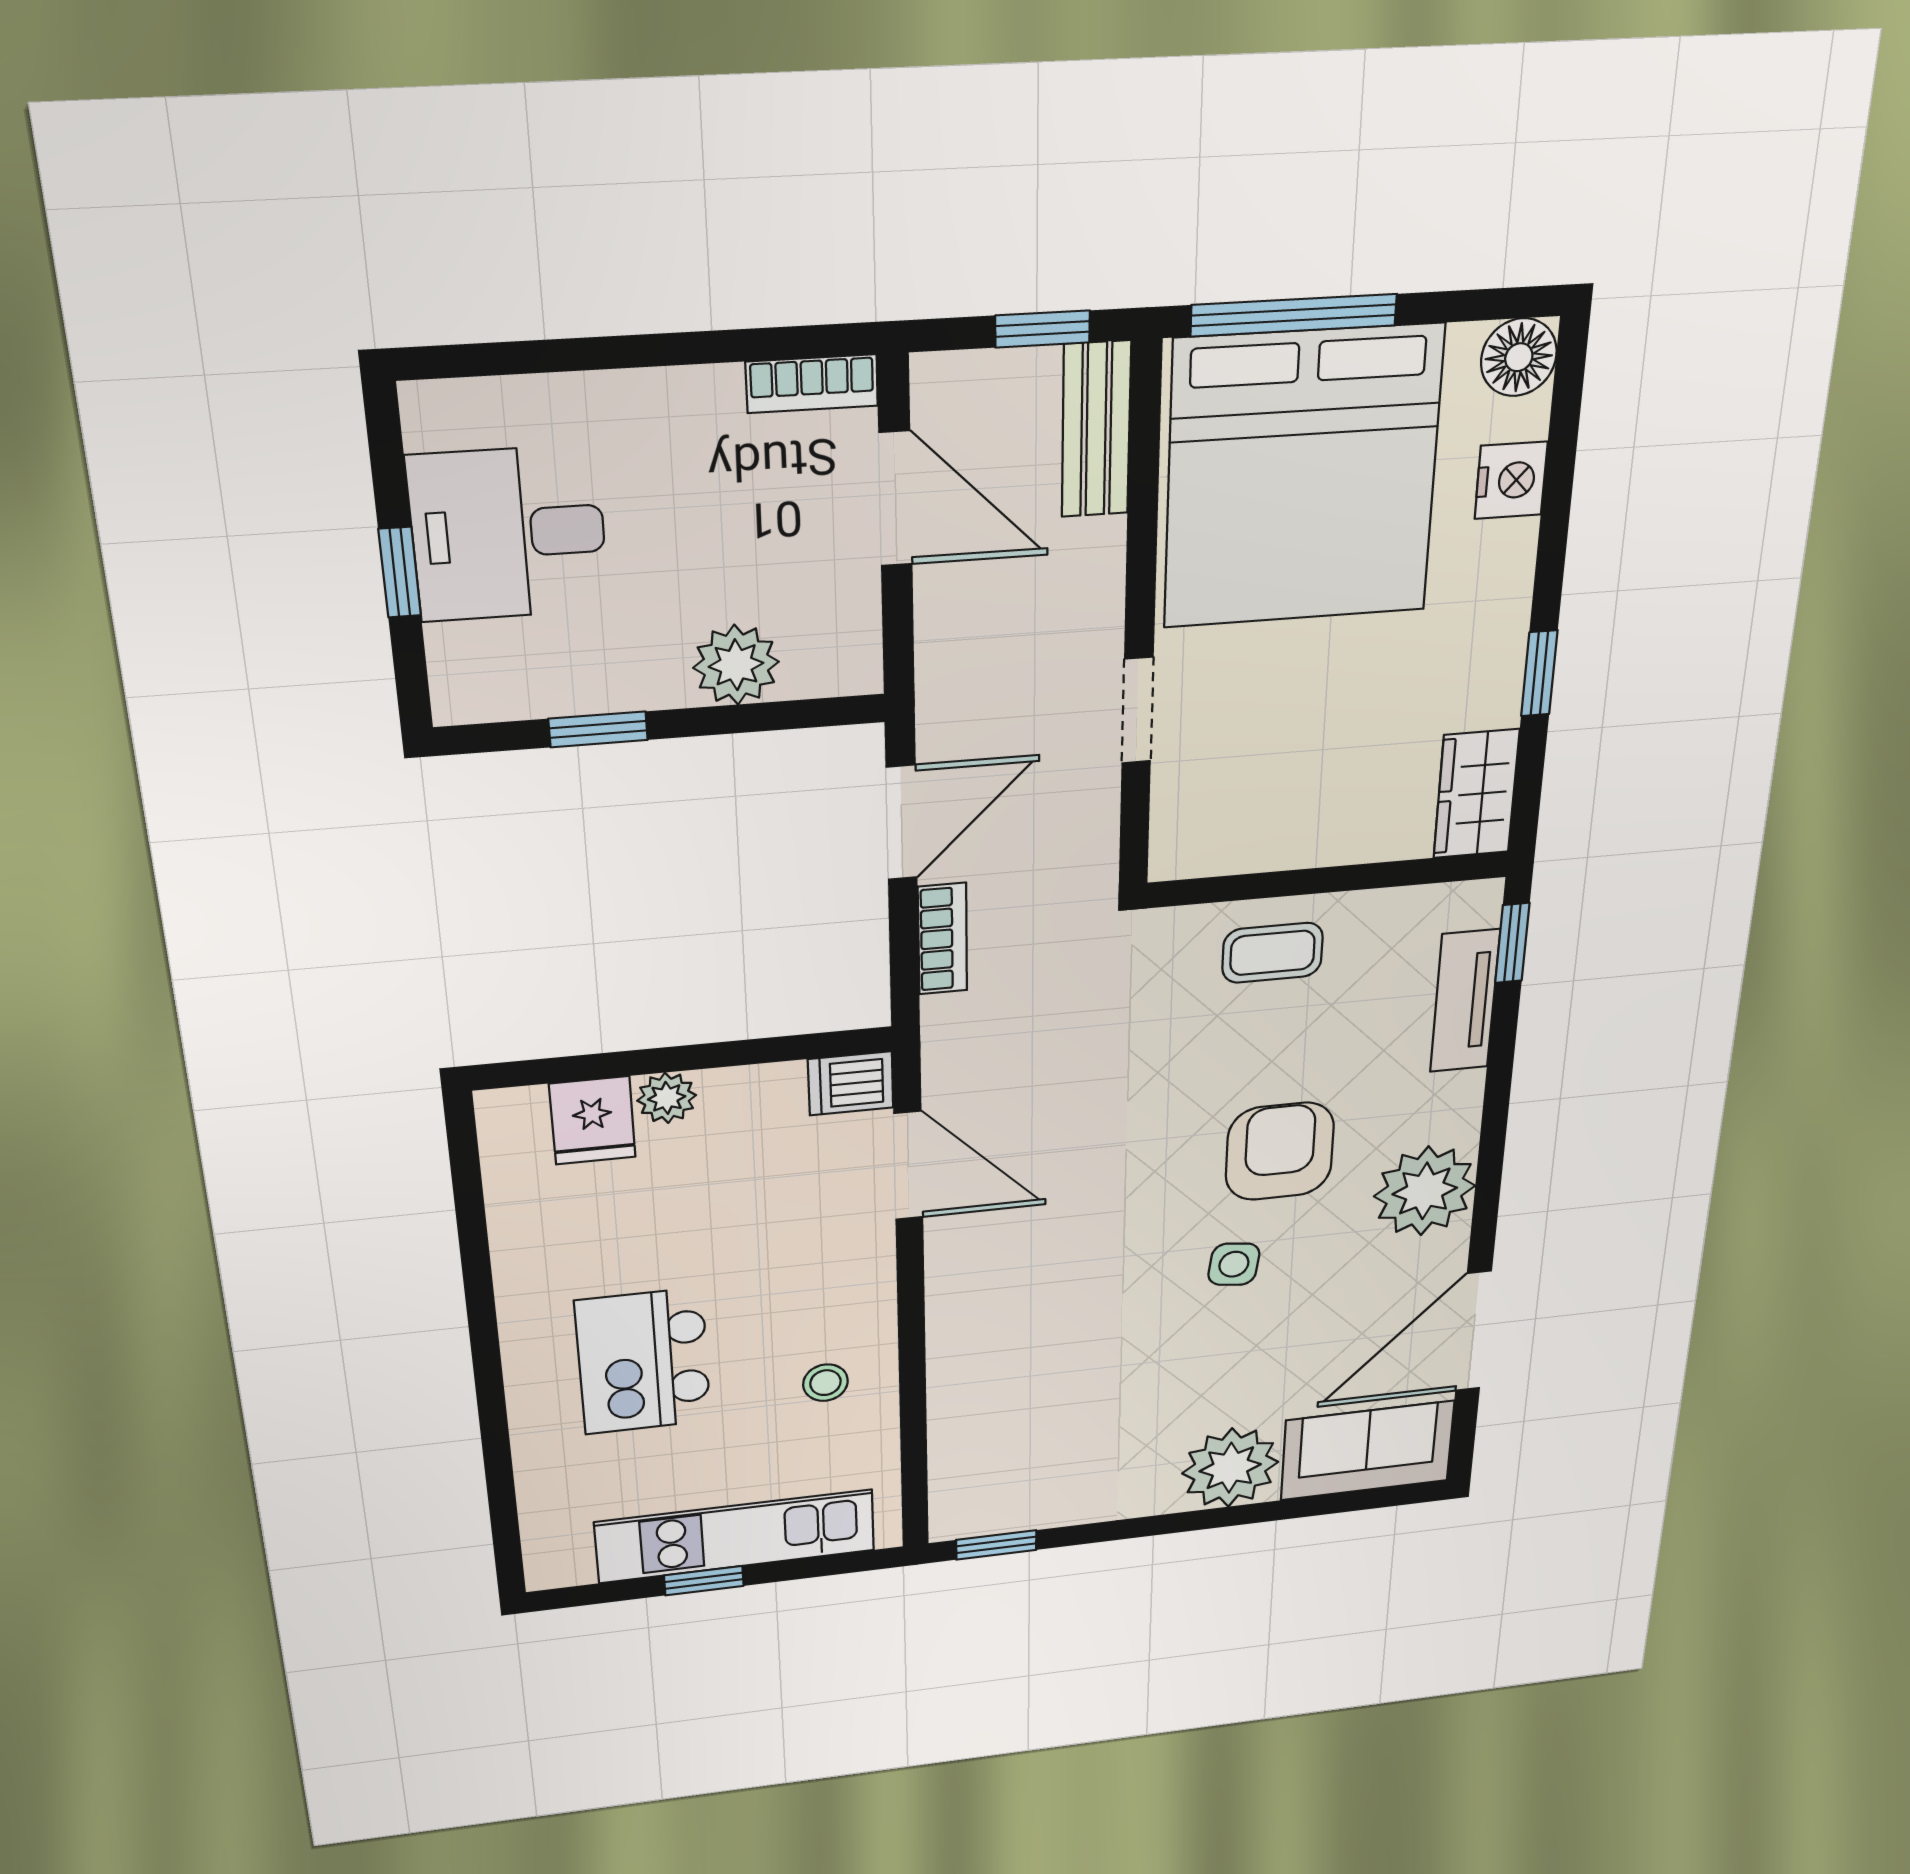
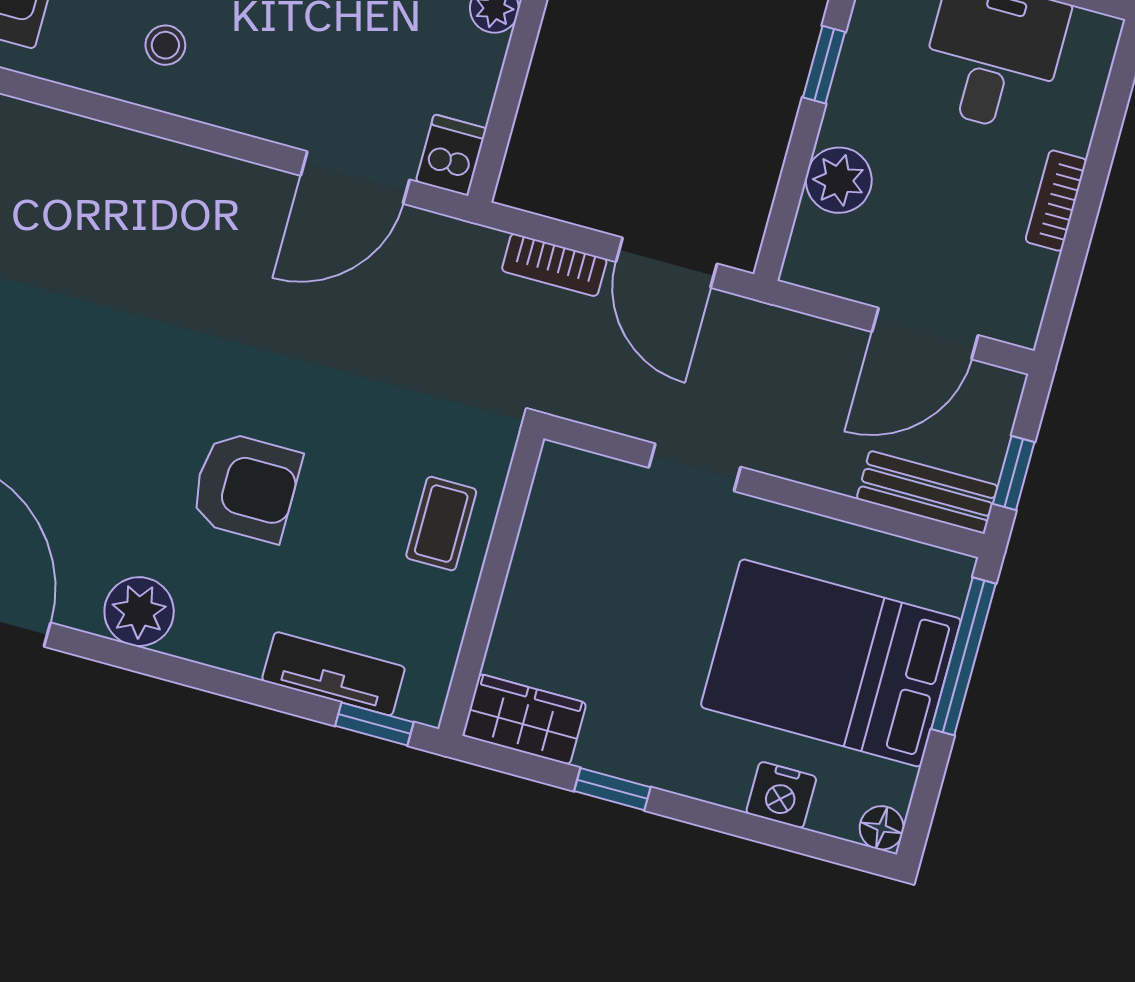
floor lamp: (1519, 357) -> (882, 828), width x0.73, depth x0.73
bookcase: (812, 384) -> (1056, 201), moved
bed: (1302, 478) -> (831, 663), width x0.73
plant: (1425, 1191) -> (139, 612), width x0.73, depth x0.73
side table: (1234, 1264) -> (145, 421), removed

